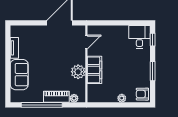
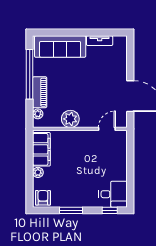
door: (86, 42) -> (107, 129), swing flipped
filing cabinet: (94, 70) -> (41, 149), moved, turned -90
sofa: (19, 75) -> (60, 47), width x1.36

